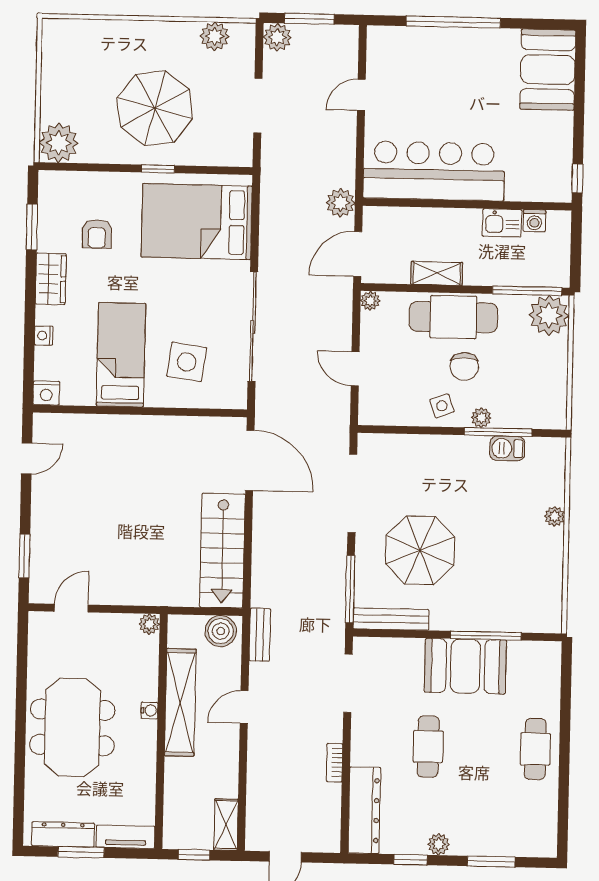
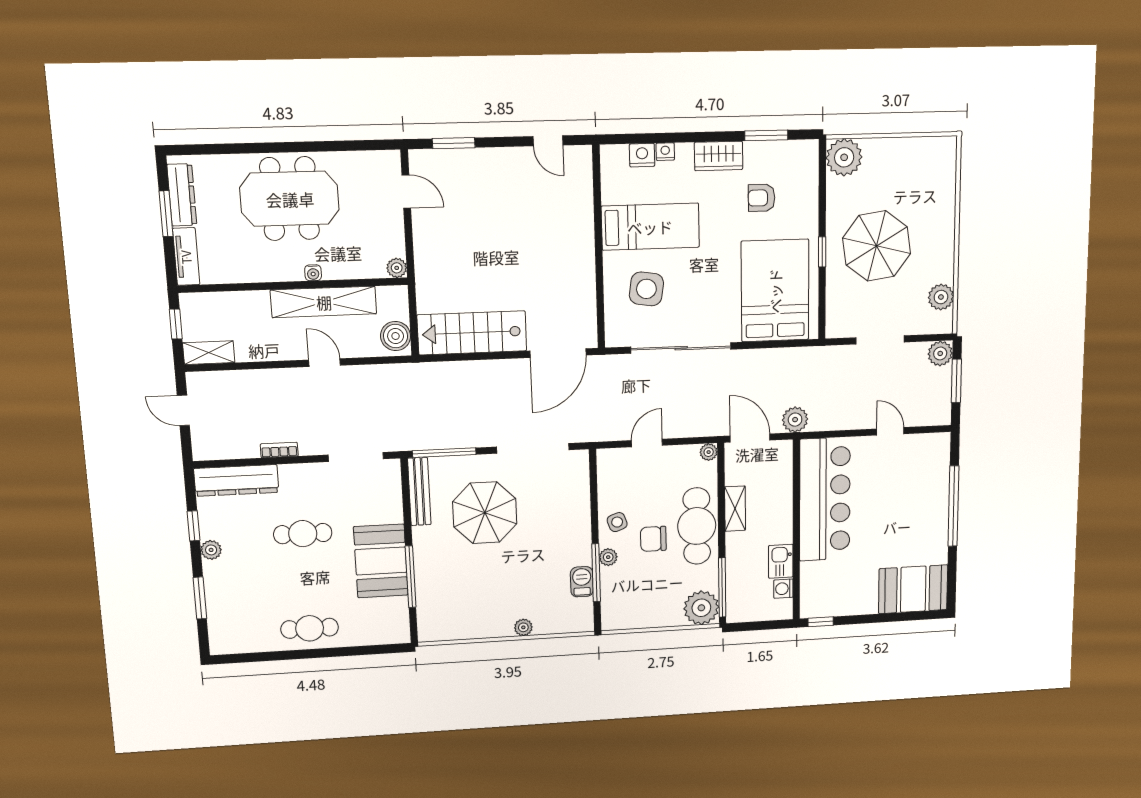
nightstand: (46, 393) -> (642, 155), moved, turned 90
bench: (260, 635) -> (395, 373), removed

